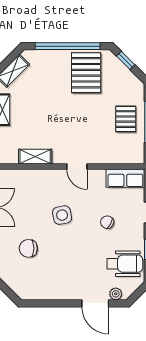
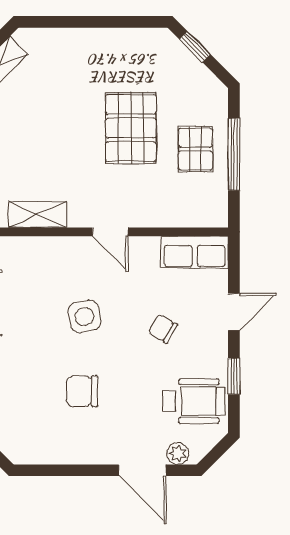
window: (68, 46) -> (94, 22), removed
pallet: (86, 73) -> (131, 128), moved
chair: (28, 248) -> (82, 391), moved

